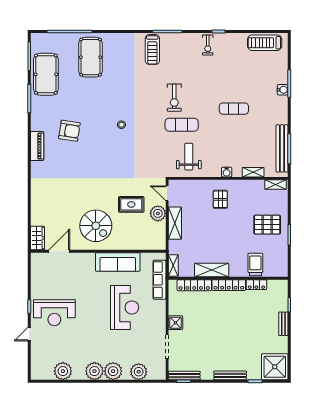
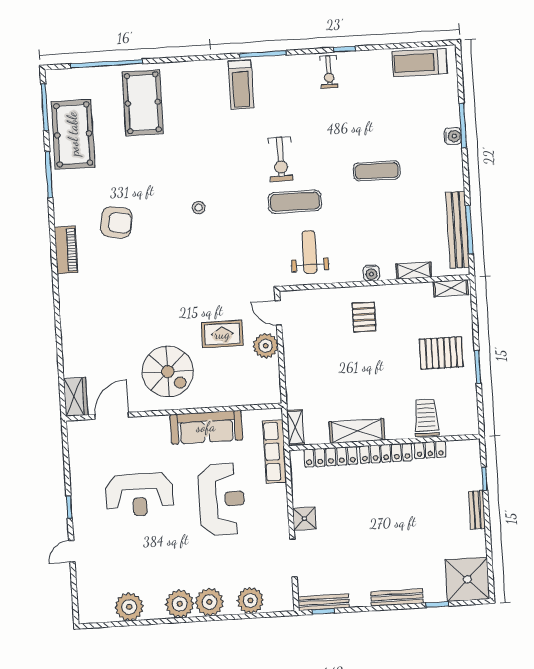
shelving: (175, 223) -> (294, 360), removed
reception desk: (54, 313) -> (139, 495), moved

